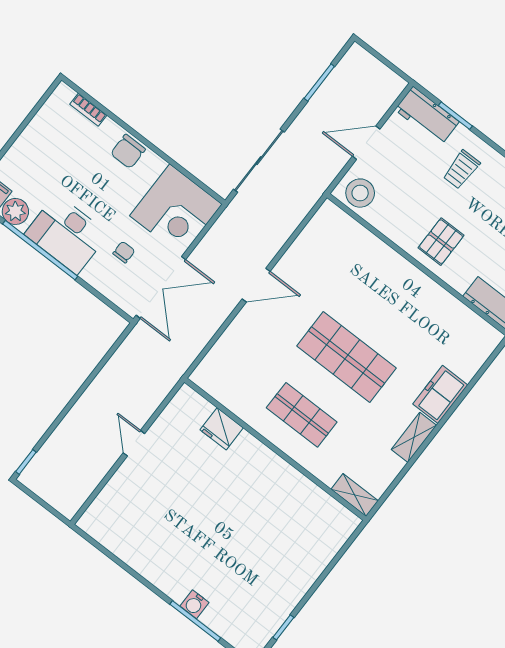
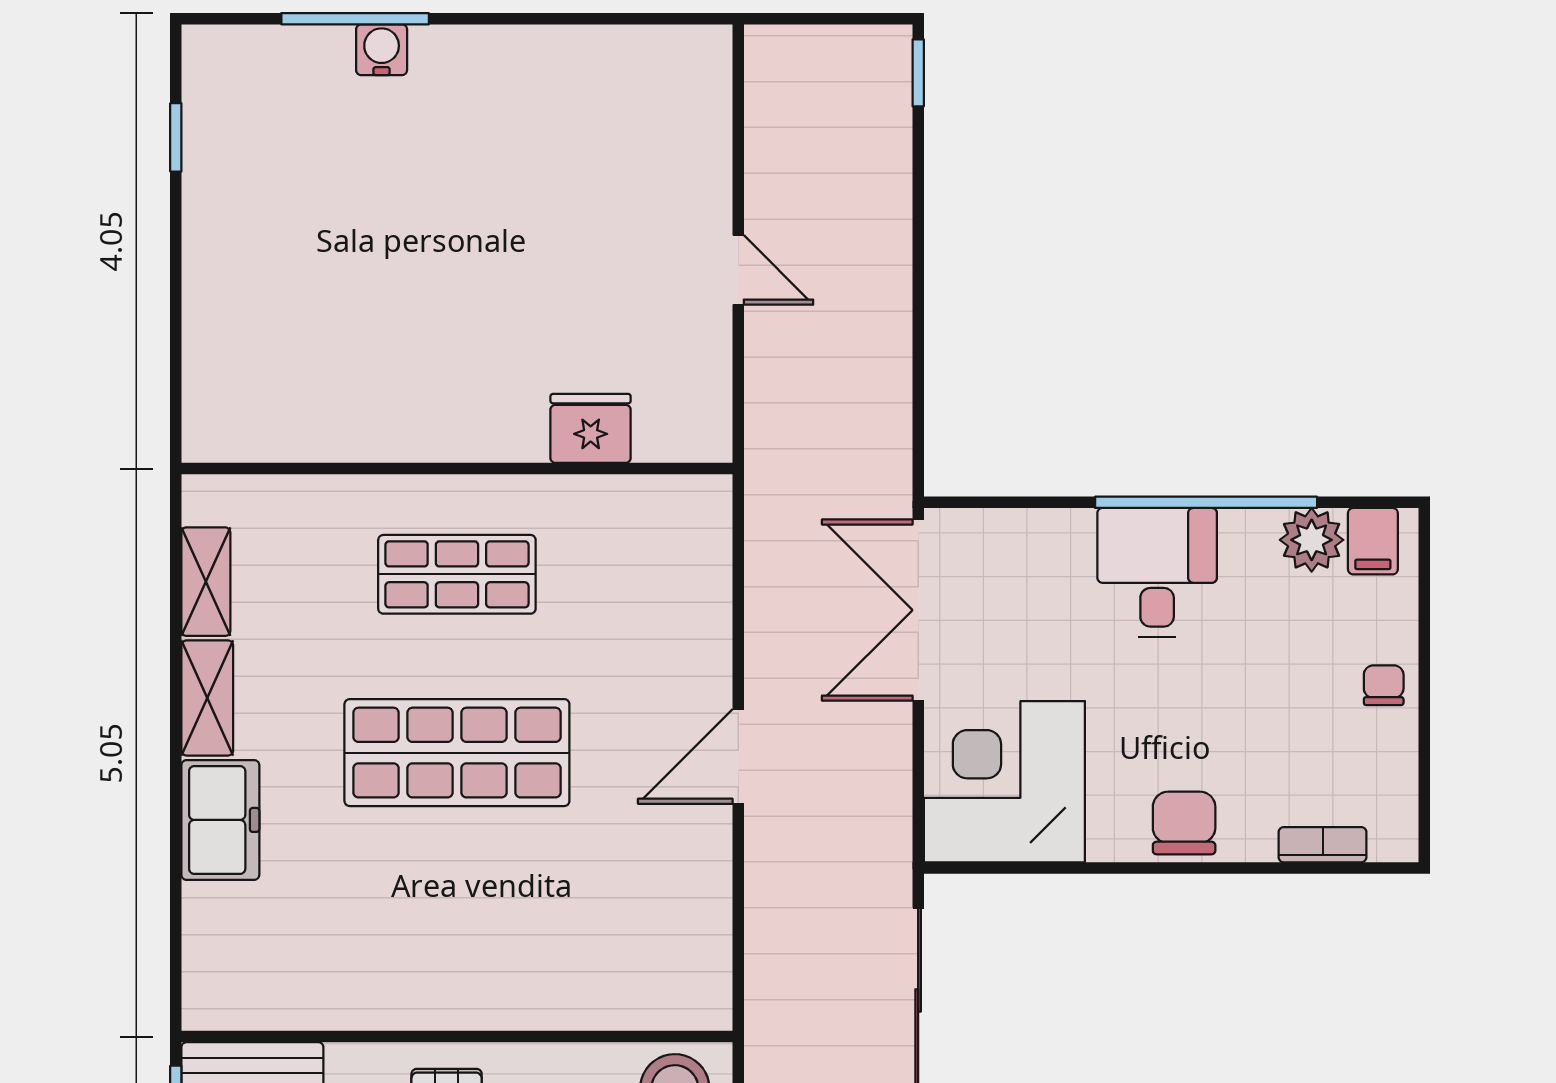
desk: (67, 234) -> (1157, 572), width x0.73
chair: (124, 252) -> (1384, 685), moved, turned 180
shelving: (355, 495) -> (206, 582), moved, turned 90

